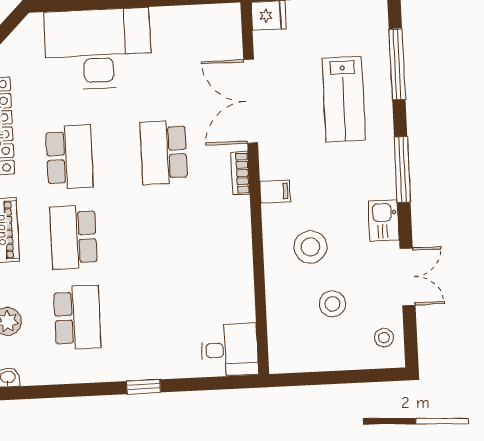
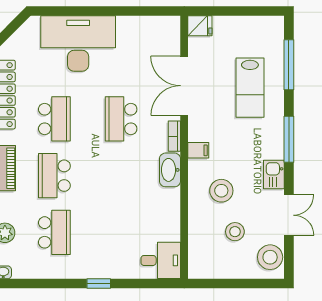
washbasin: (236, 221) -> (170, 170), added
stool: (384, 338) -> (270, 257), width x1.89, depth x1.89

